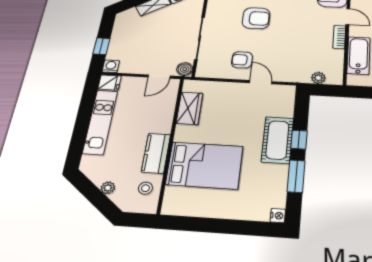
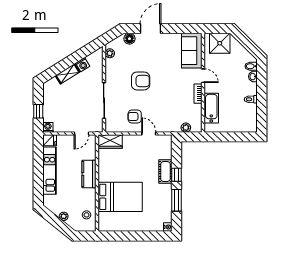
boiler: (185, 69) -> (98, 126), removed
wardrobe: (190, 108) -> (110, 142), moved, turned 90
cot: (277, 140) -> (165, 172), width x0.73, depth x0.75
kitchen counter: (156, 153) -> (89, 174), moved

